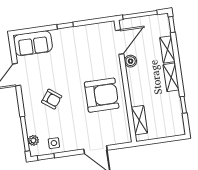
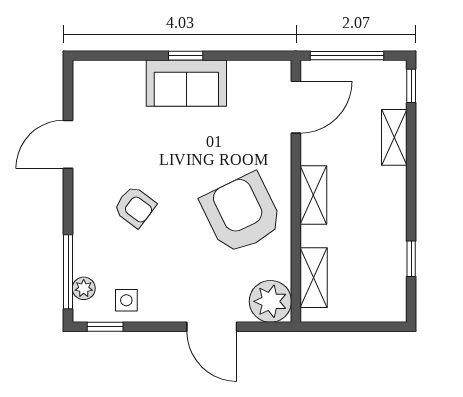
sofa: (33, 43) -> (186, 83), moved
boiler: (131, 61) -> (313, 151), removed
shelving: (171, 77) -> (313, 195), moved
armchair: (102, 95) -> (242, 214), turned -116
plant: (121, 134) -> (270, 301), added

